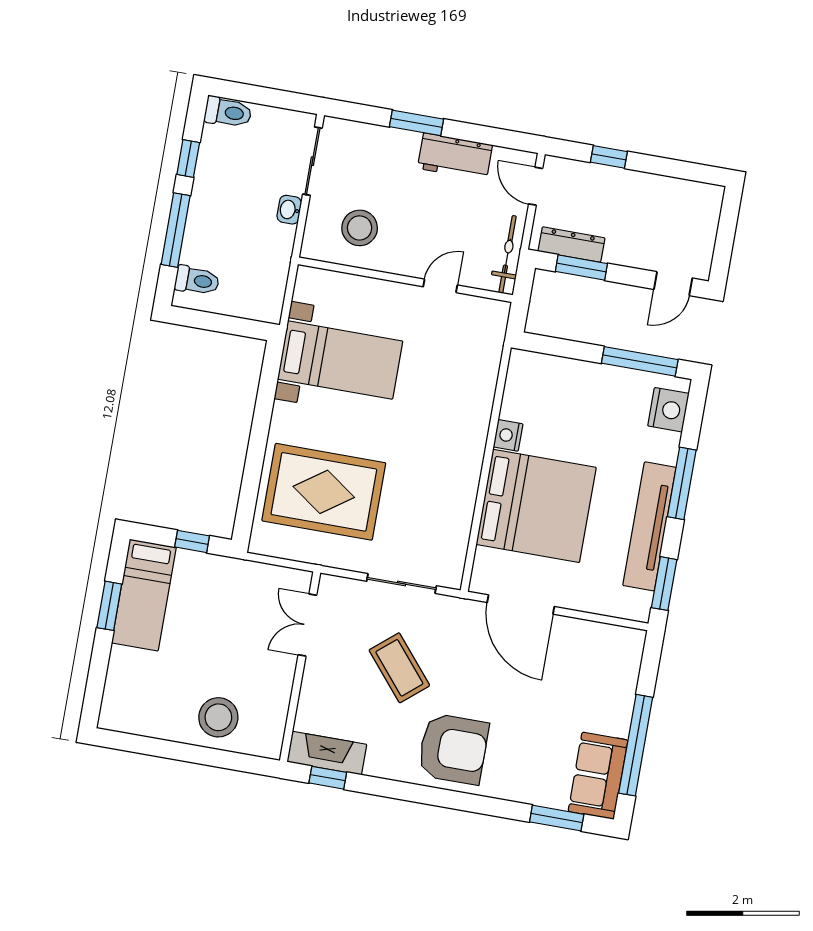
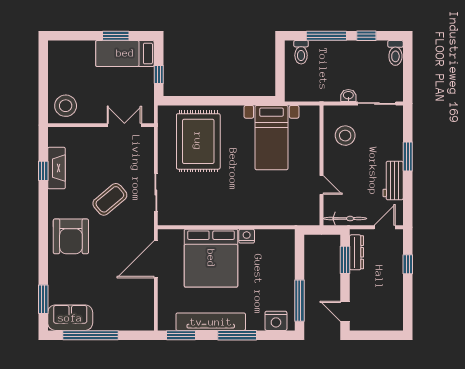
double door: (307, 625) -> (124, 125), moved
wall: (300, 667) -> (101, 125), moved

